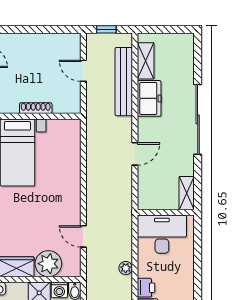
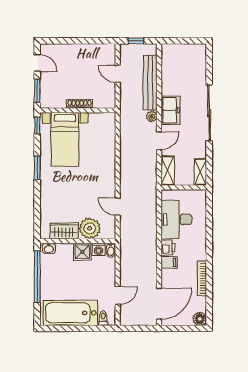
shelving: (146, 61) -> (168, 170), moved
freezer: (149, 98) -> (170, 110), moved
desk: (162, 234) -> (176, 219), moved, turned -90
plant: (126, 268) -> (152, 117), moved

